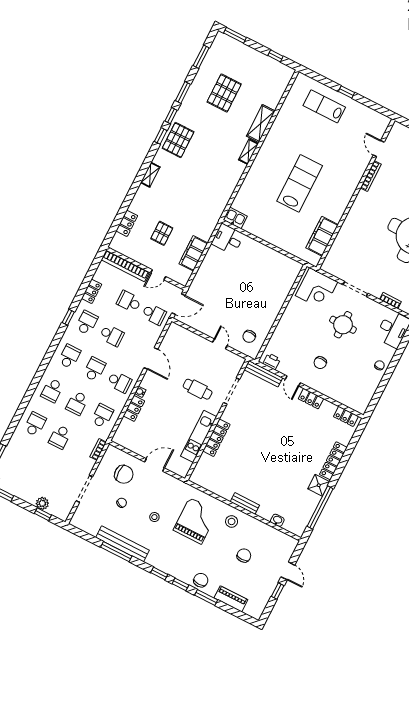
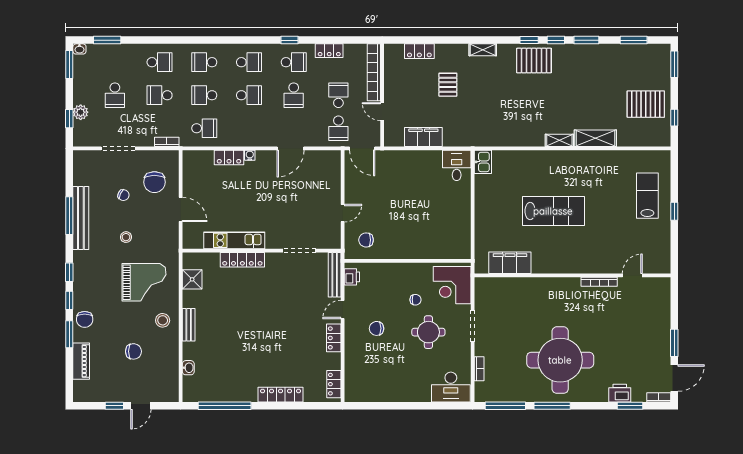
pallet: (224, 93) -> (646, 104), moved
pallet: (162, 233) -> (448, 85), moved, turned 90
chair: (379, 365) -> (415, 300), moved
school desk: (119, 382) -> (115, 95), moved
cafe table: (198, 389) -> (283, 214), removed
shower: (319, 485) -> (192, 279), moved
chair: (201, 580) -> (85, 319), turned 90

